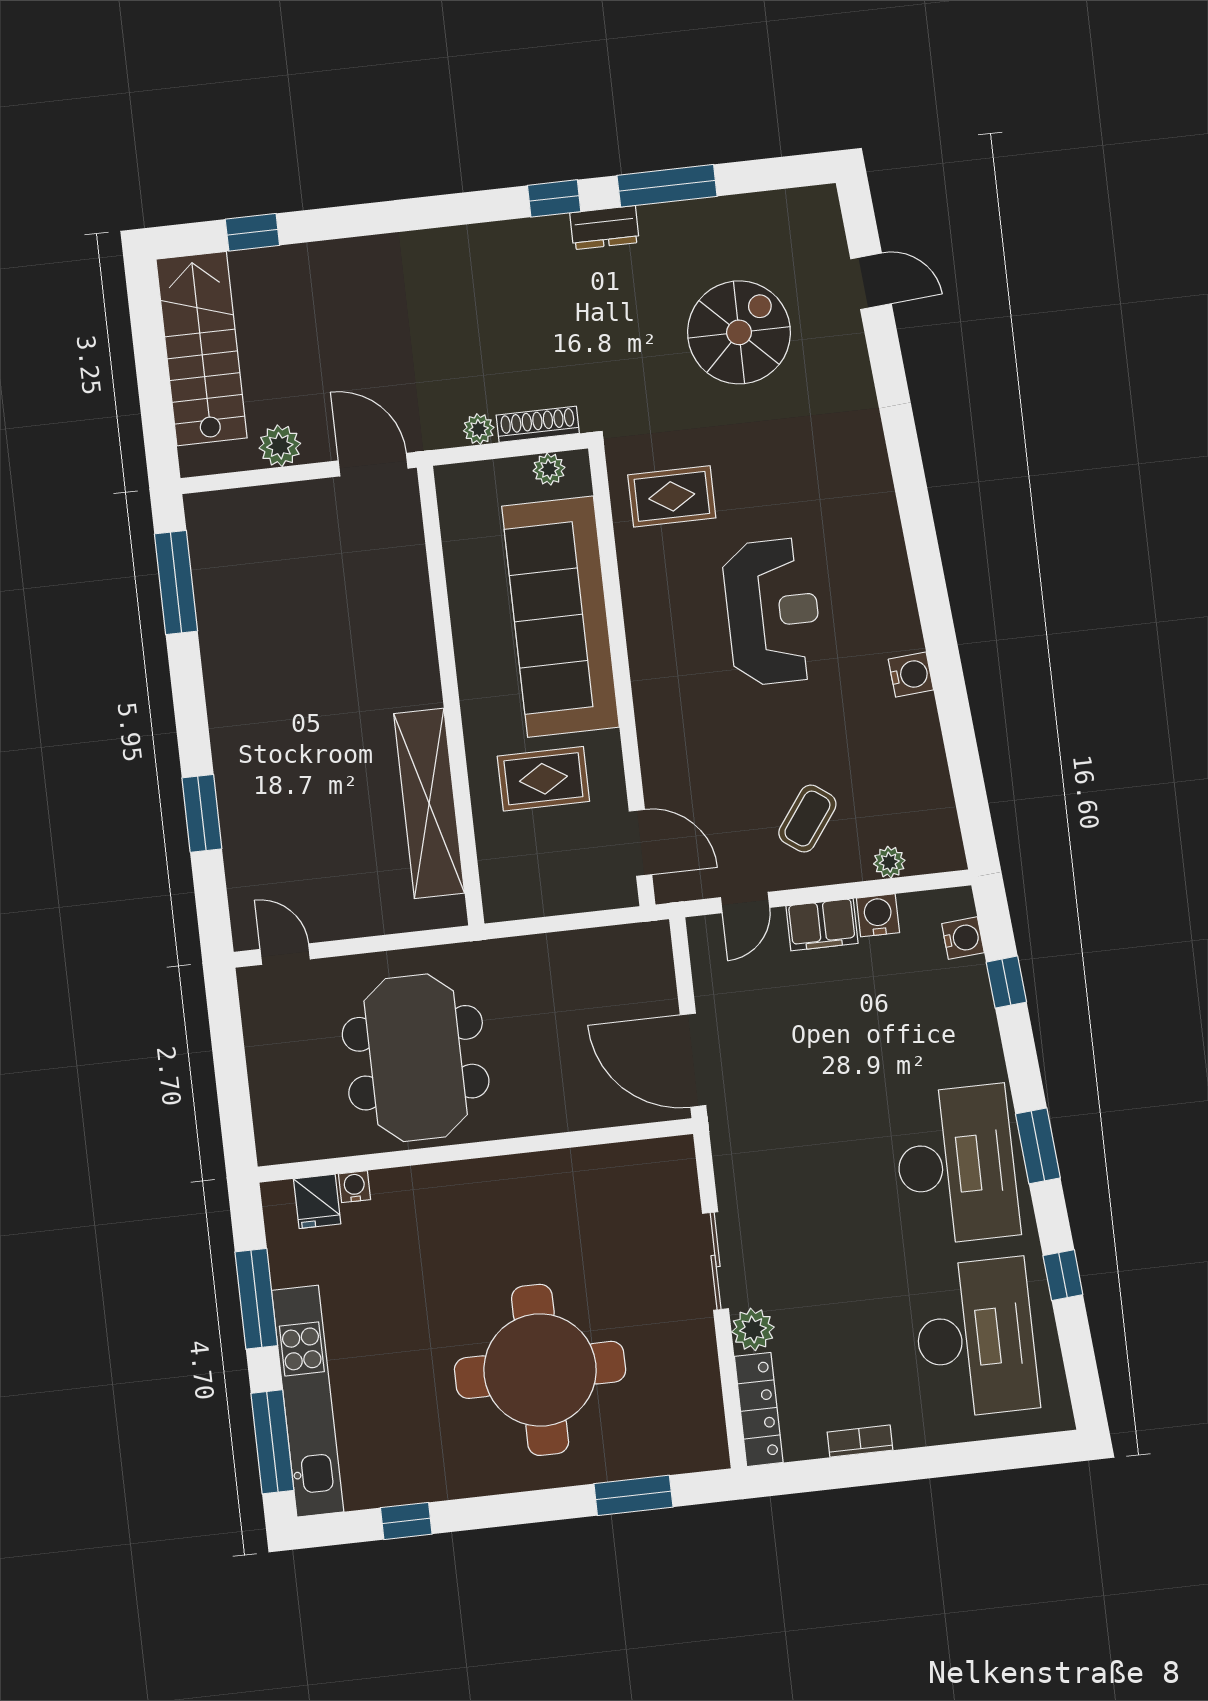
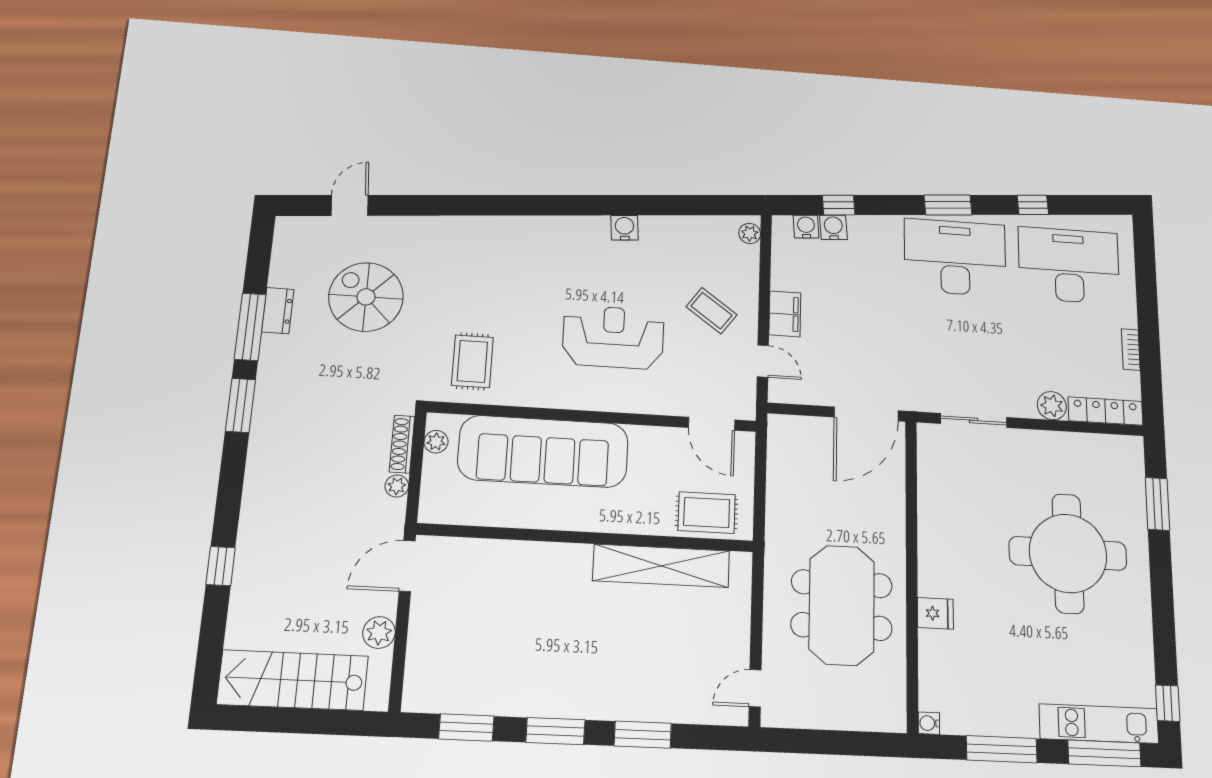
window: (554, 198) -> (240, 405), width x1.50
dresser: (604, 228) -> (278, 311), moved
window: (252, 232) -> (221, 566), moved
window: (176, 583) -> (466, 727), width x0.69
reception desk: (773, 612) -> (613, 337), moved
window: (189, 698) -> (555, 731), added
rug: (543, 779) -> (707, 513), moved, turned 90
door: (640, 843) -> (712, 424), swing flipped
plant: (889, 862) -> (750, 233), moved
water cooler: (878, 915) -> (833, 227), moved, turned 85
meeting table: (416, 1058) -> (842, 605), turned 90
water cooler: (354, 1187) -> (929, 723), moved
fridge: (317, 1201) -> (935, 613), moved
sliding door: (716, 1261) -> (974, 420), moved
kitchen unit: (308, 1401) -> (1099, 724), width x0.73
window: (406, 1521) -> (1168, 703), moved

